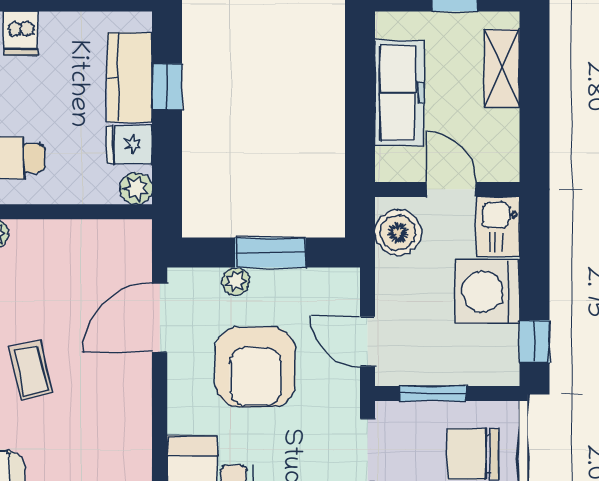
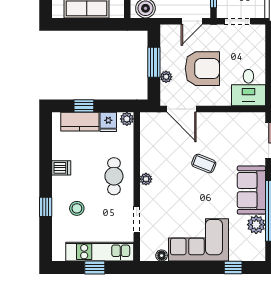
coffee table: (31, 370) -> (204, 164), turned 35

